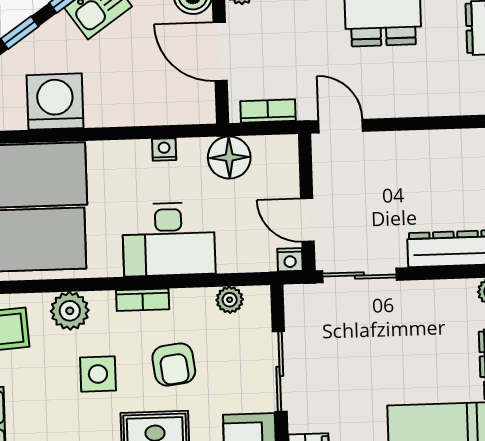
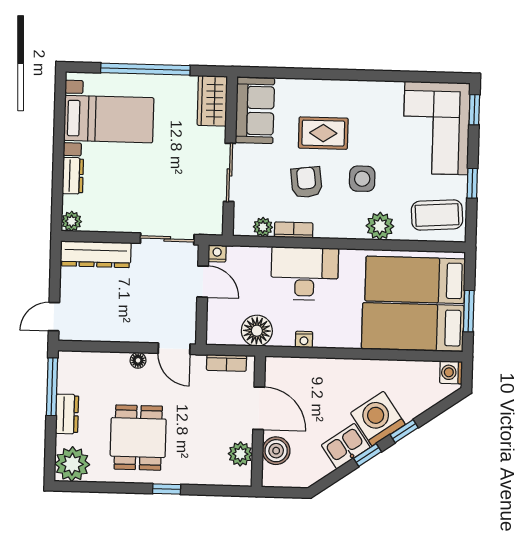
washing machine: (55, 102) -> (378, 419), moved, turned 145
floor lamp: (389, 107) -> (138, 360), added
bookcase: (143, 300) -> (294, 230), moved

